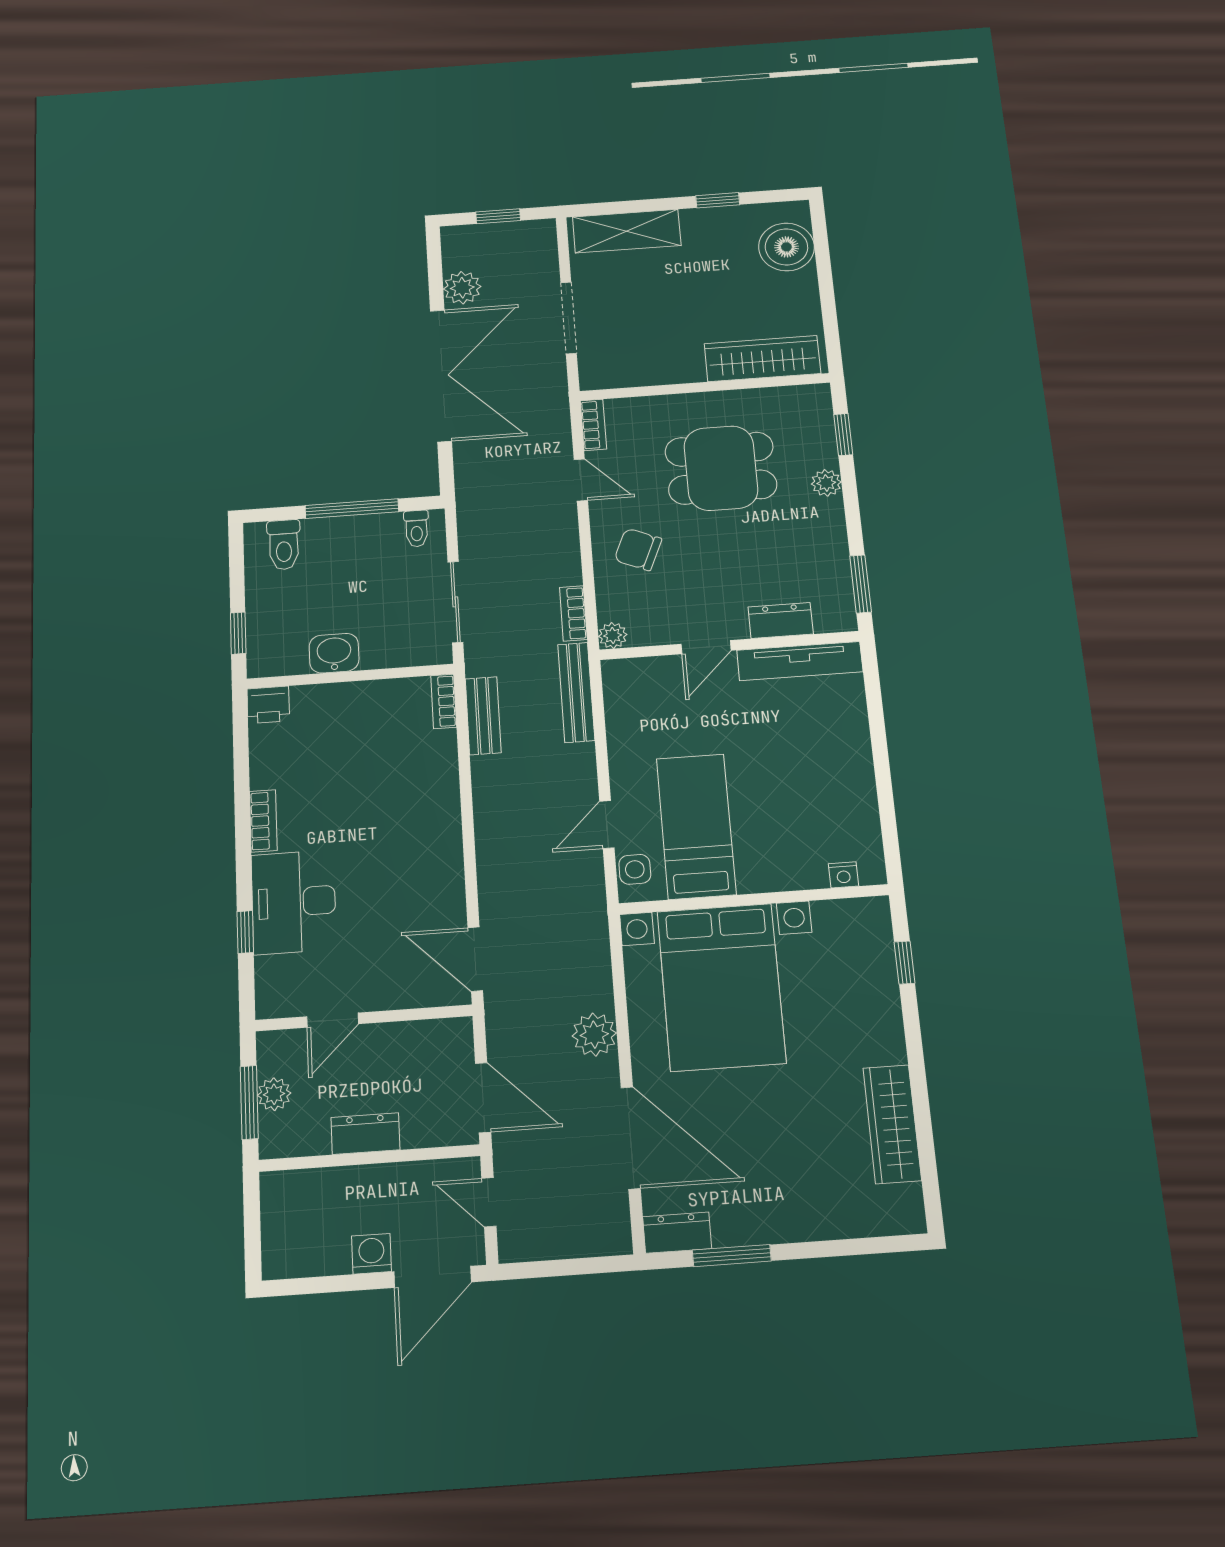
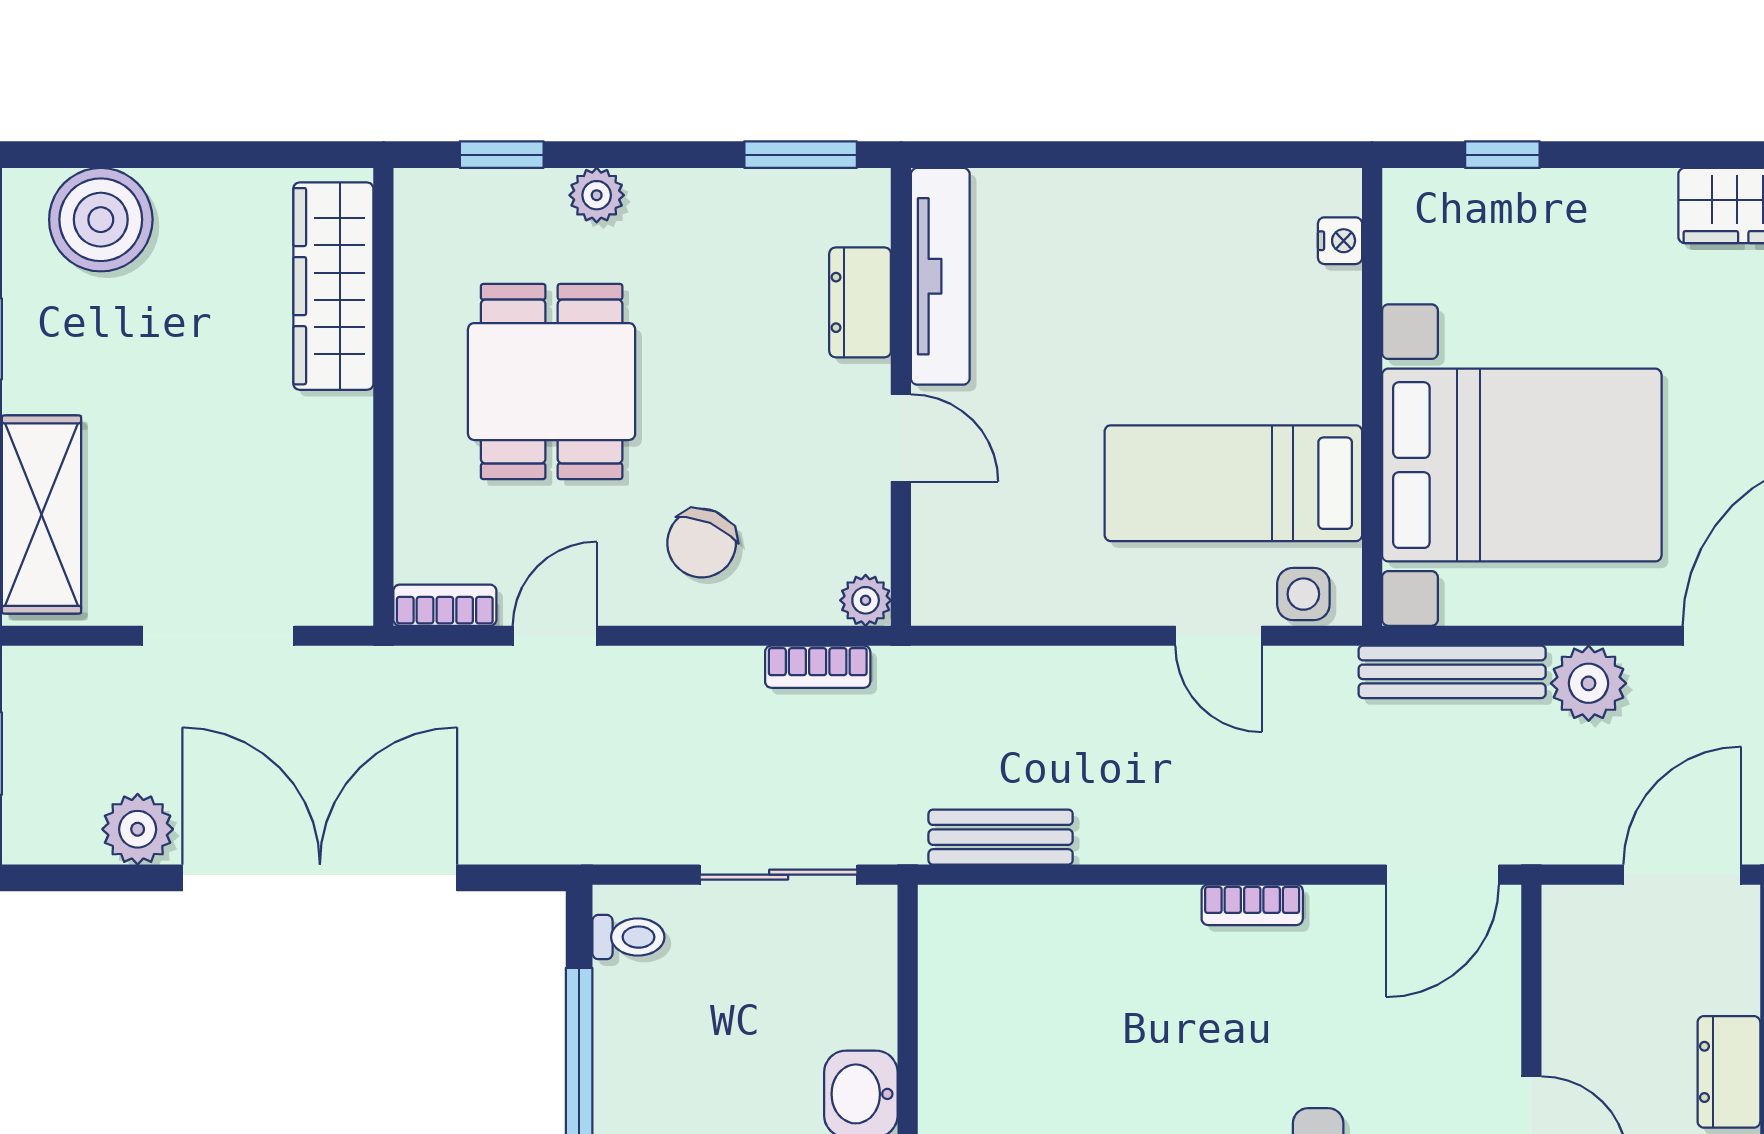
bench: (576, 692) -> (1452, 672), moved
bookcase: (444, 701) -> (1252, 905), moved

